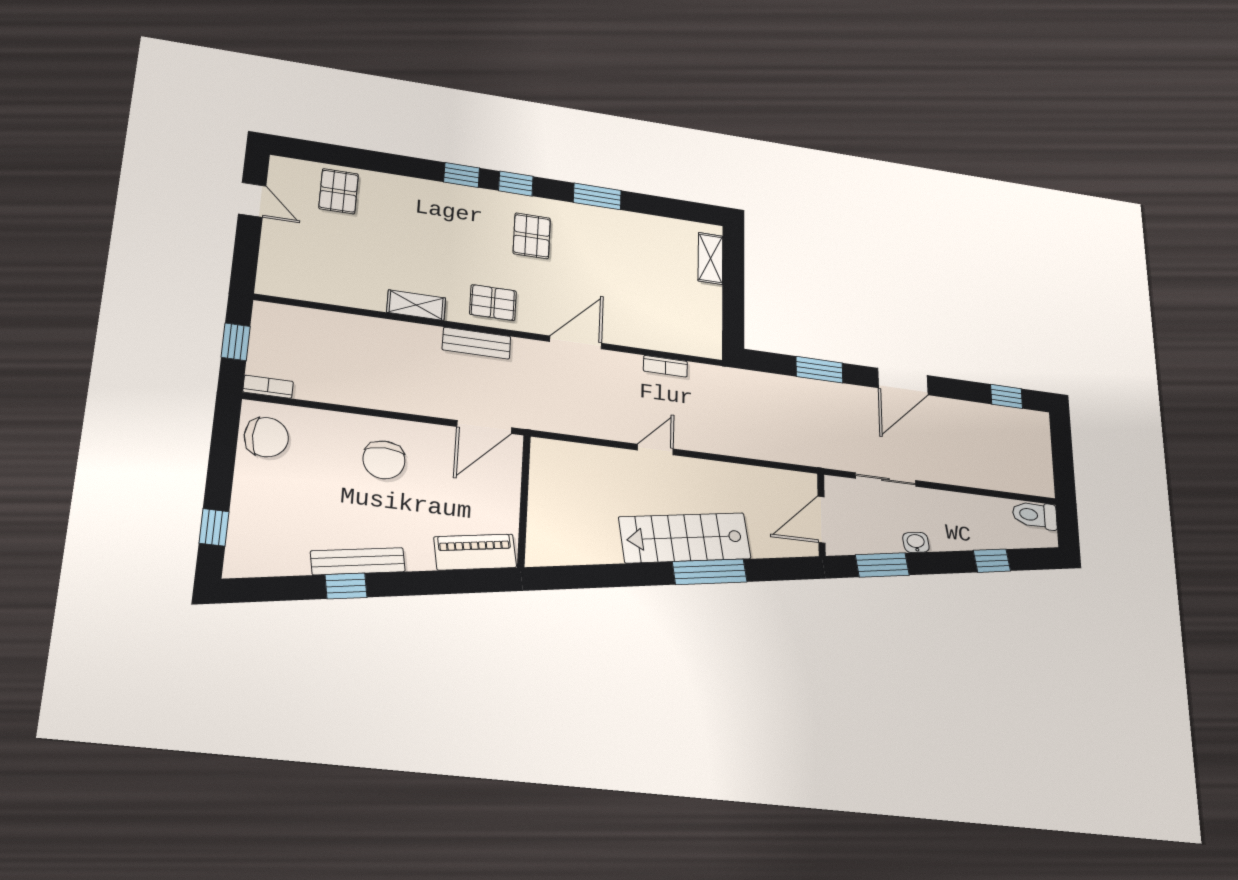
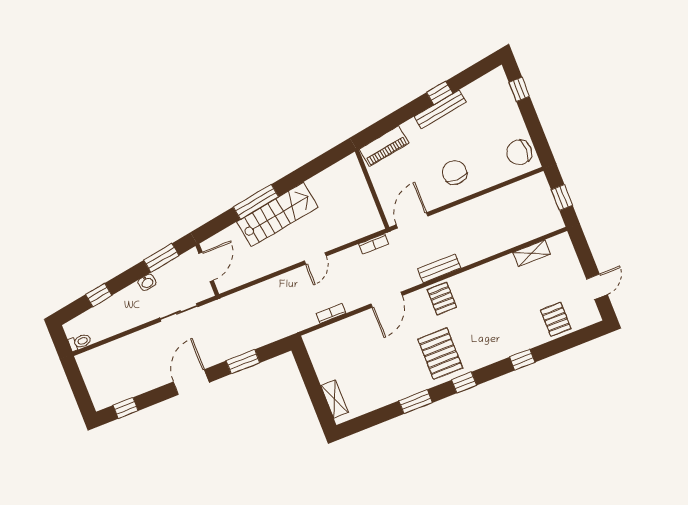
window: (462, 175) -> (522, 360), moved
door: (252, 200) -> (597, 287), swing flipped
pallet: (532, 236) -> (440, 354), width x1.50, depth x1.42
pallet: (493, 303) -> (442, 299), turned 90
shelving: (416, 305) -> (532, 253), moved
bookcase: (268, 387) -> (374, 244), moved
toilet: (1035, 515) -> (80, 342), width x0.73, depth x0.72

